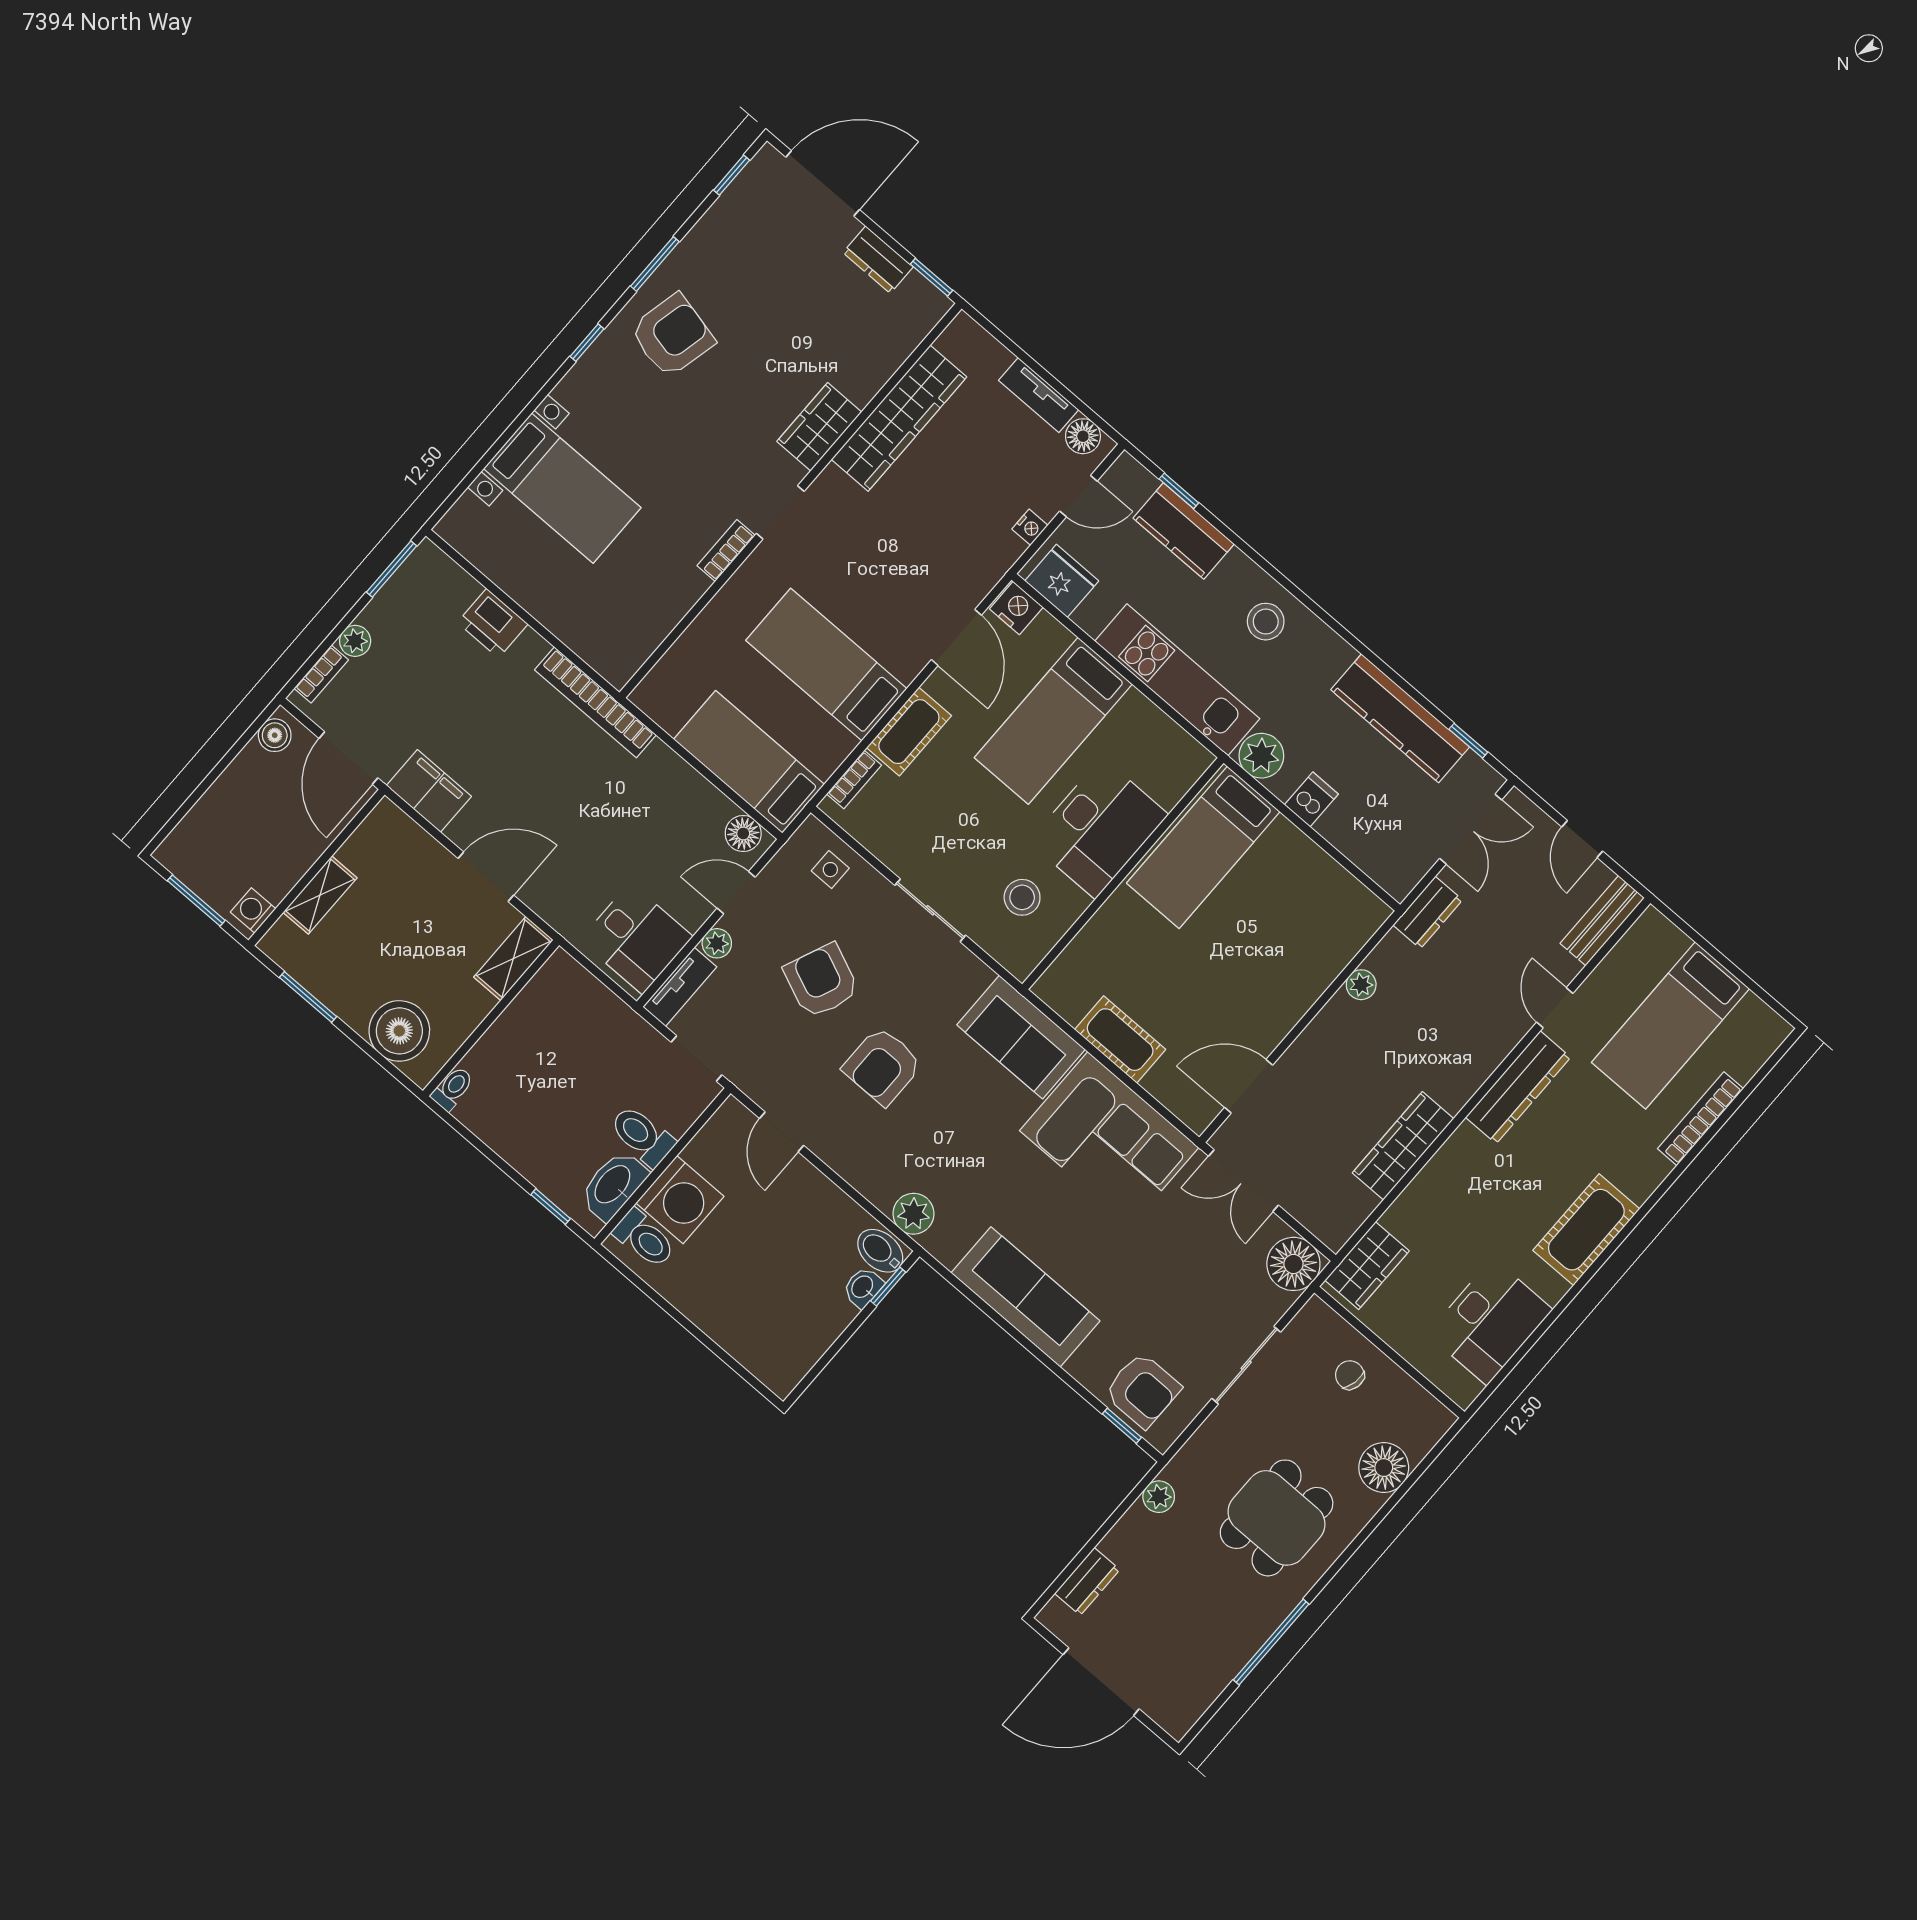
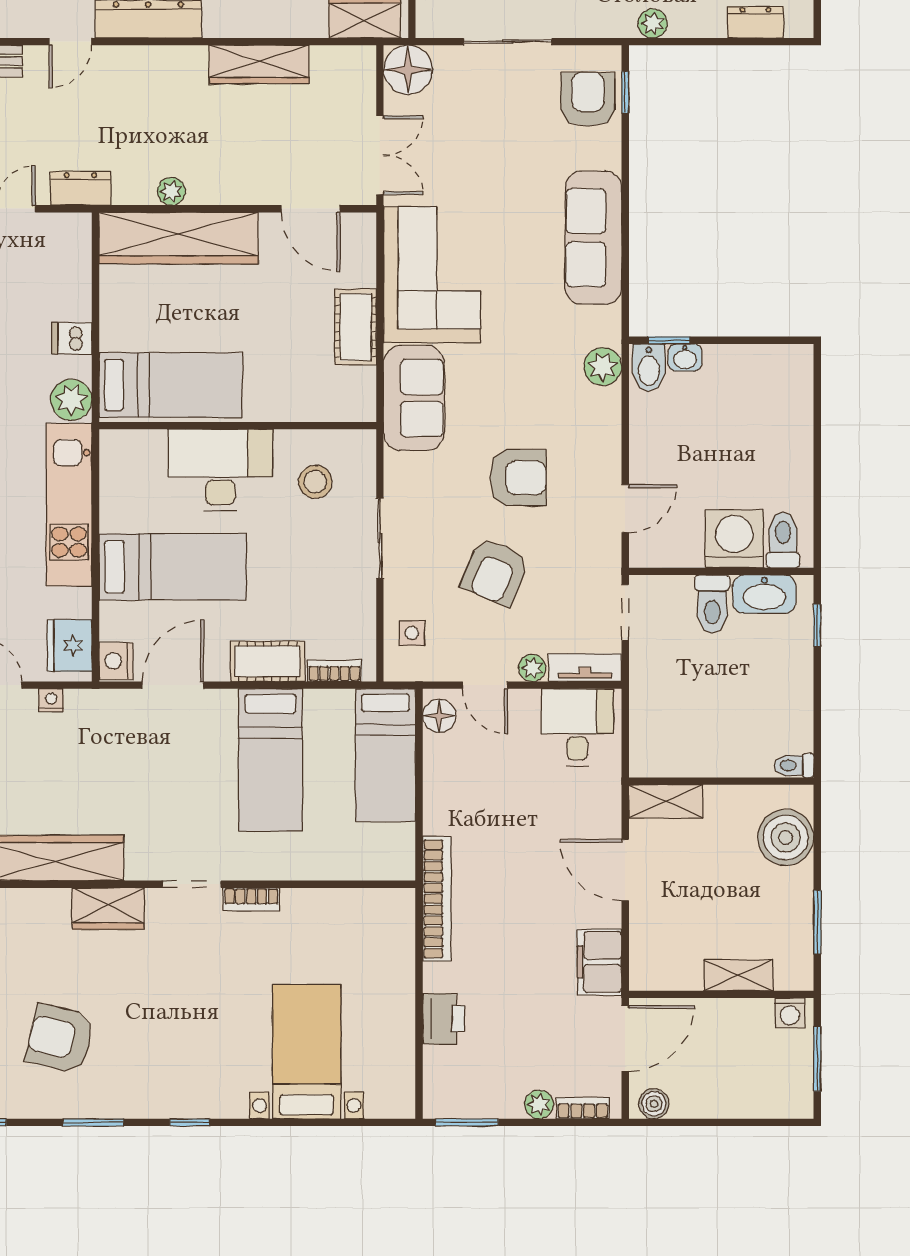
armchair: (672, 336) -> (60, 1039), moved
wardrobe: (1318, 958) -> (179, 238), added

